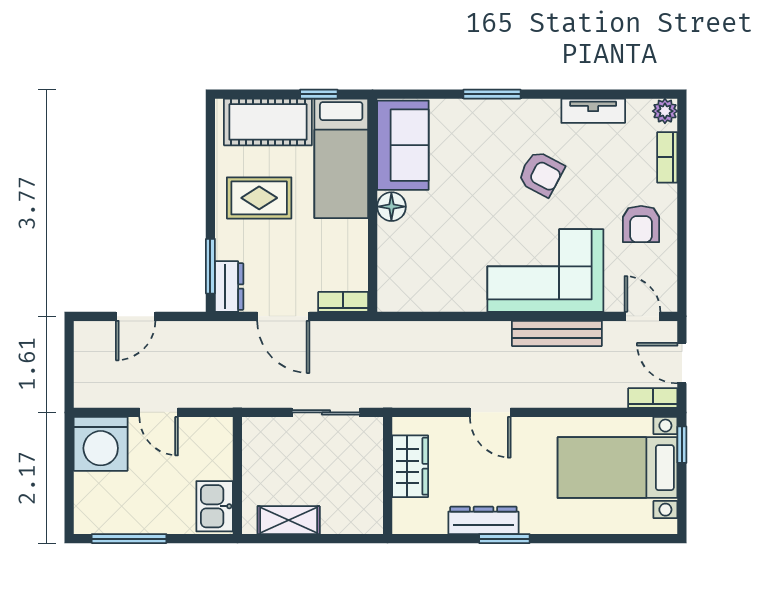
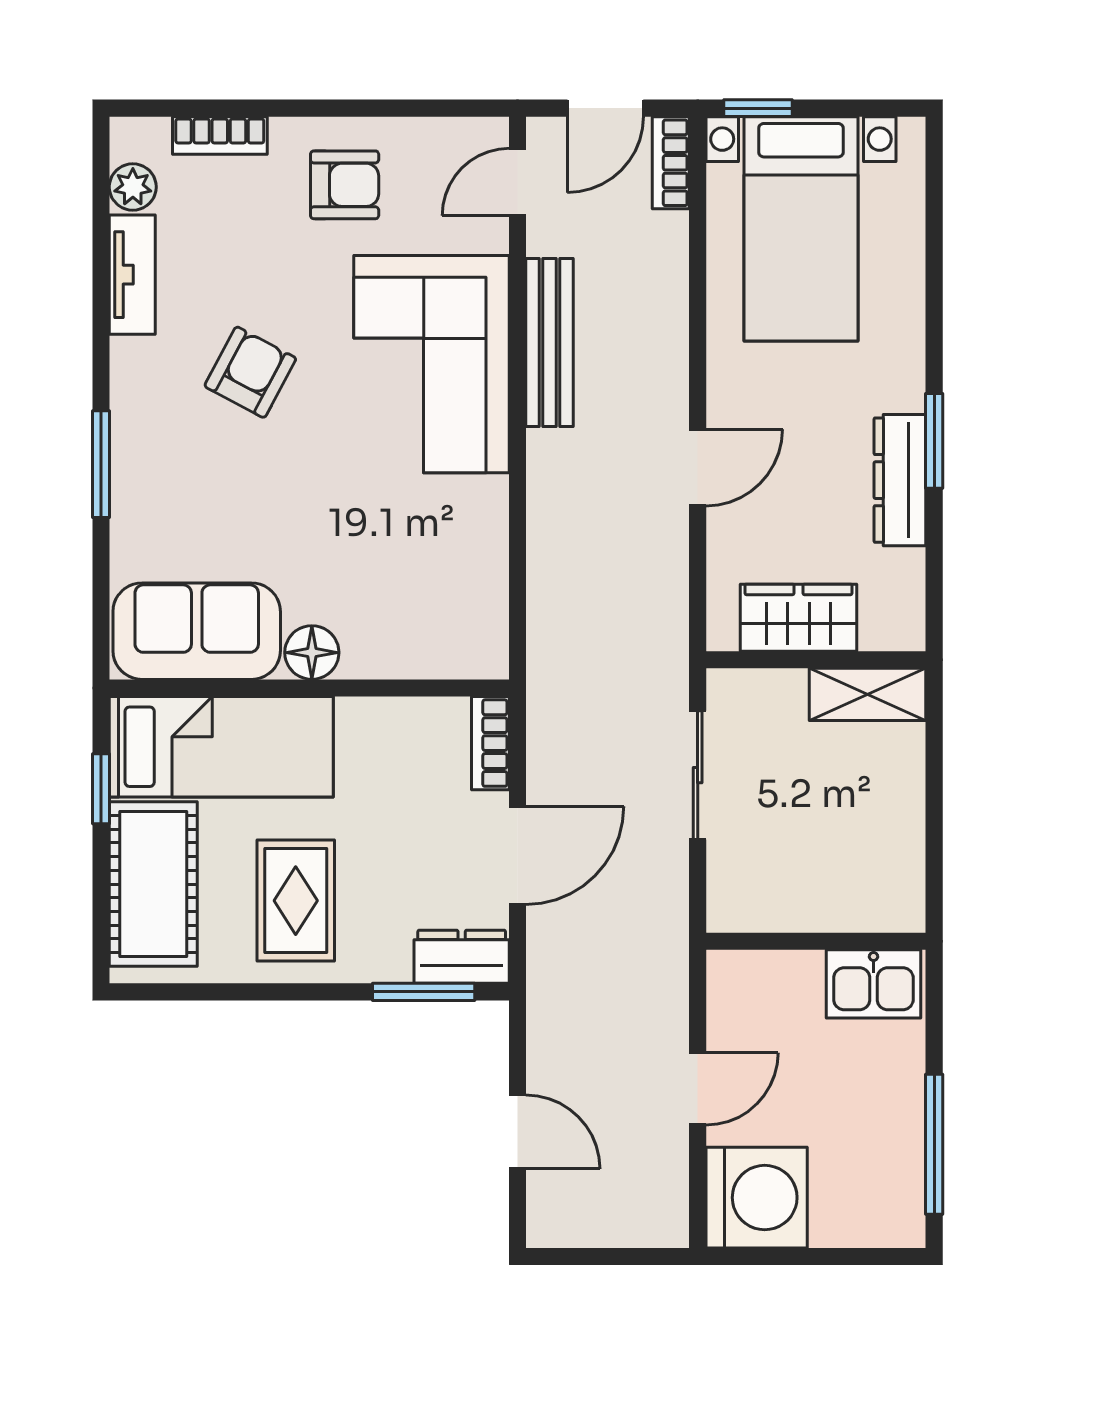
plant: (665, 111) -> (133, 187), moved
shelving: (289, 520) -> (868, 694), moved, turned 90

